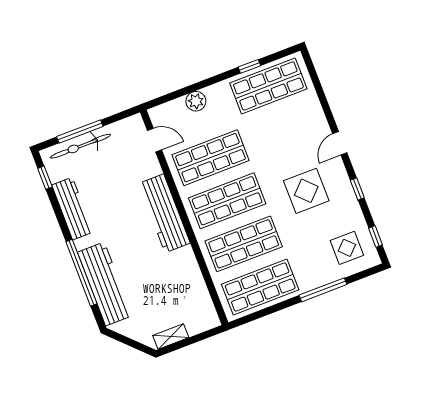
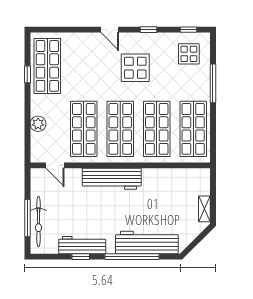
door: (154, 140) -> (55, 165), swing flipped
window: (45, 178) -> (81, 257), moved

